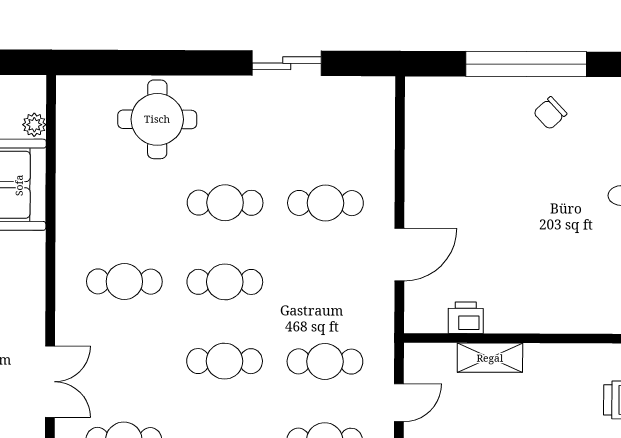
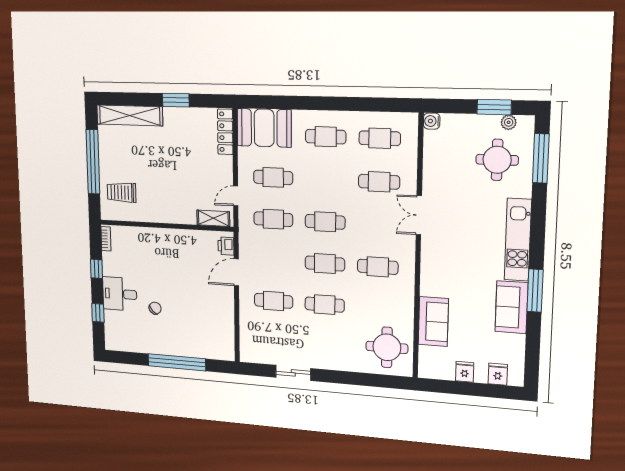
chair: (550, 113) -> (155, 308), moved
round table: (157, 119) -> (387, 347), moved
plant: (34, 125) -> (425, 352), removed
printer: (466, 318) -> (226, 246), moved, turned 90
shelving: (490, 358) -> (213, 218), moved

